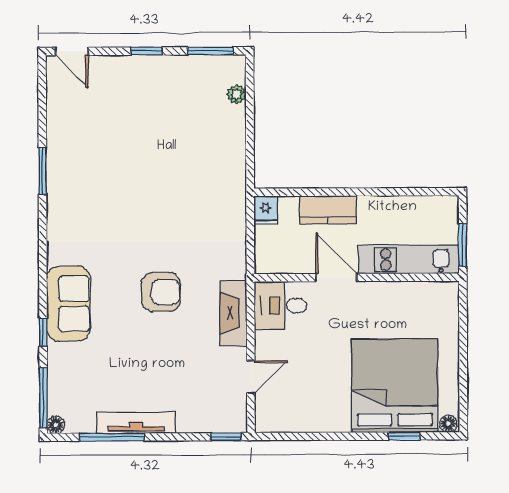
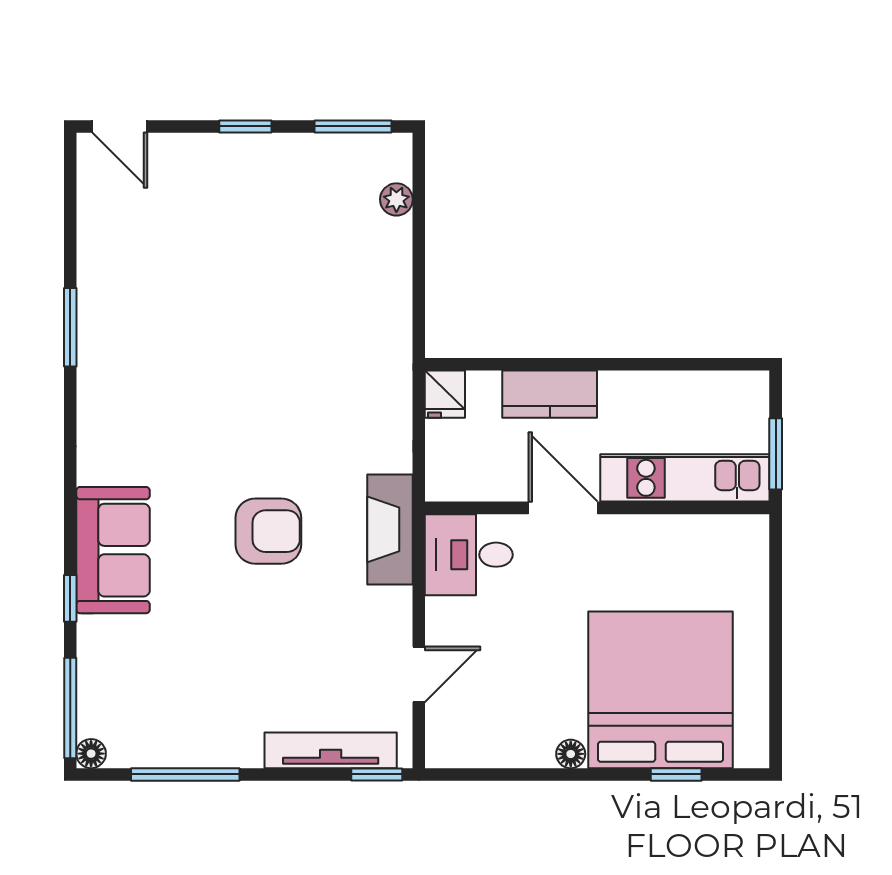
fireplace: (233, 313) -> (390, 529), moved
tv unit: (136, 423) -> (331, 750), moved
floor lamp: (448, 424) -> (571, 754), moved

